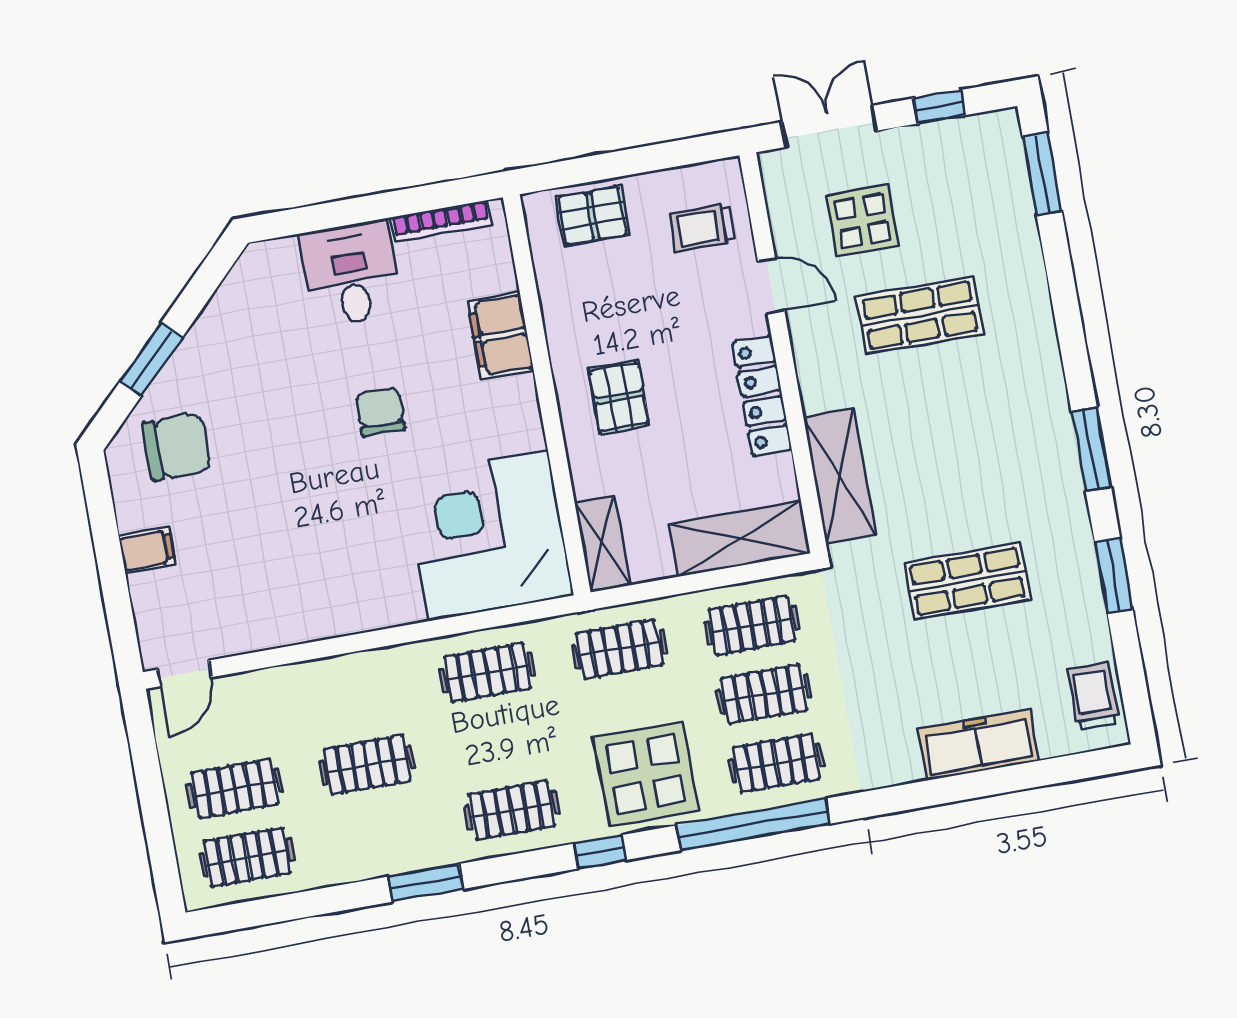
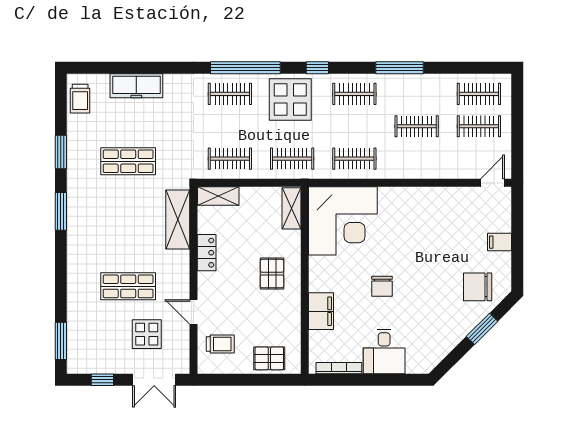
locker: (762, 396) -> (207, 253), width x0.66
shelving: (740, 539) -> (218, 196), width x0.67, depth x0.75
clothes rail: (764, 694) -> (230, 126), removed
window: (426, 883) -> (400, 68), width x1.44

